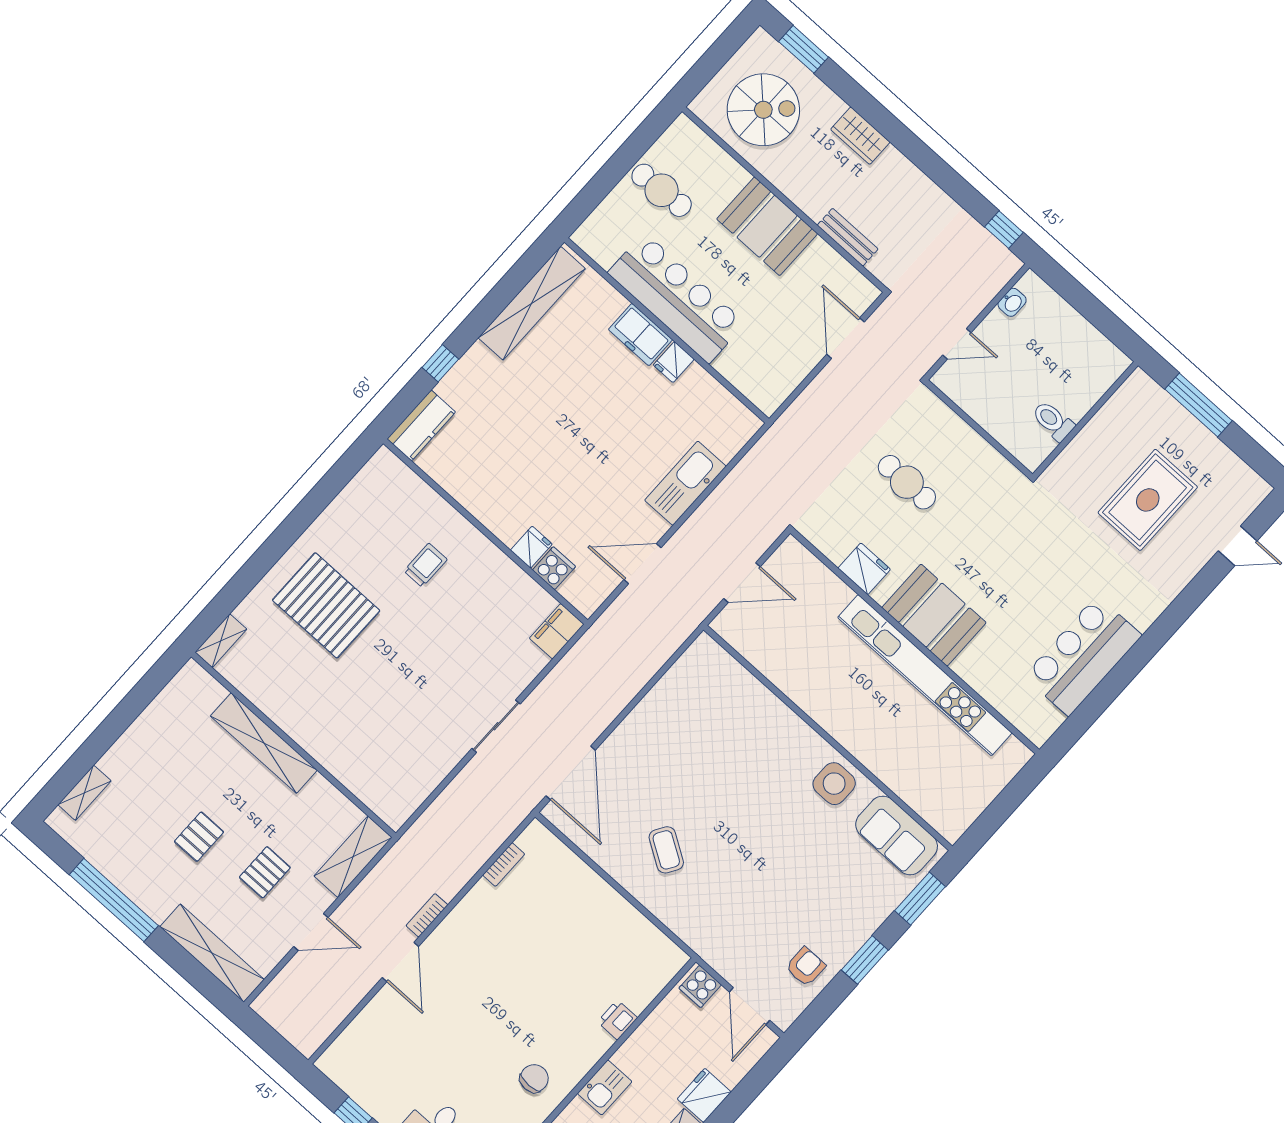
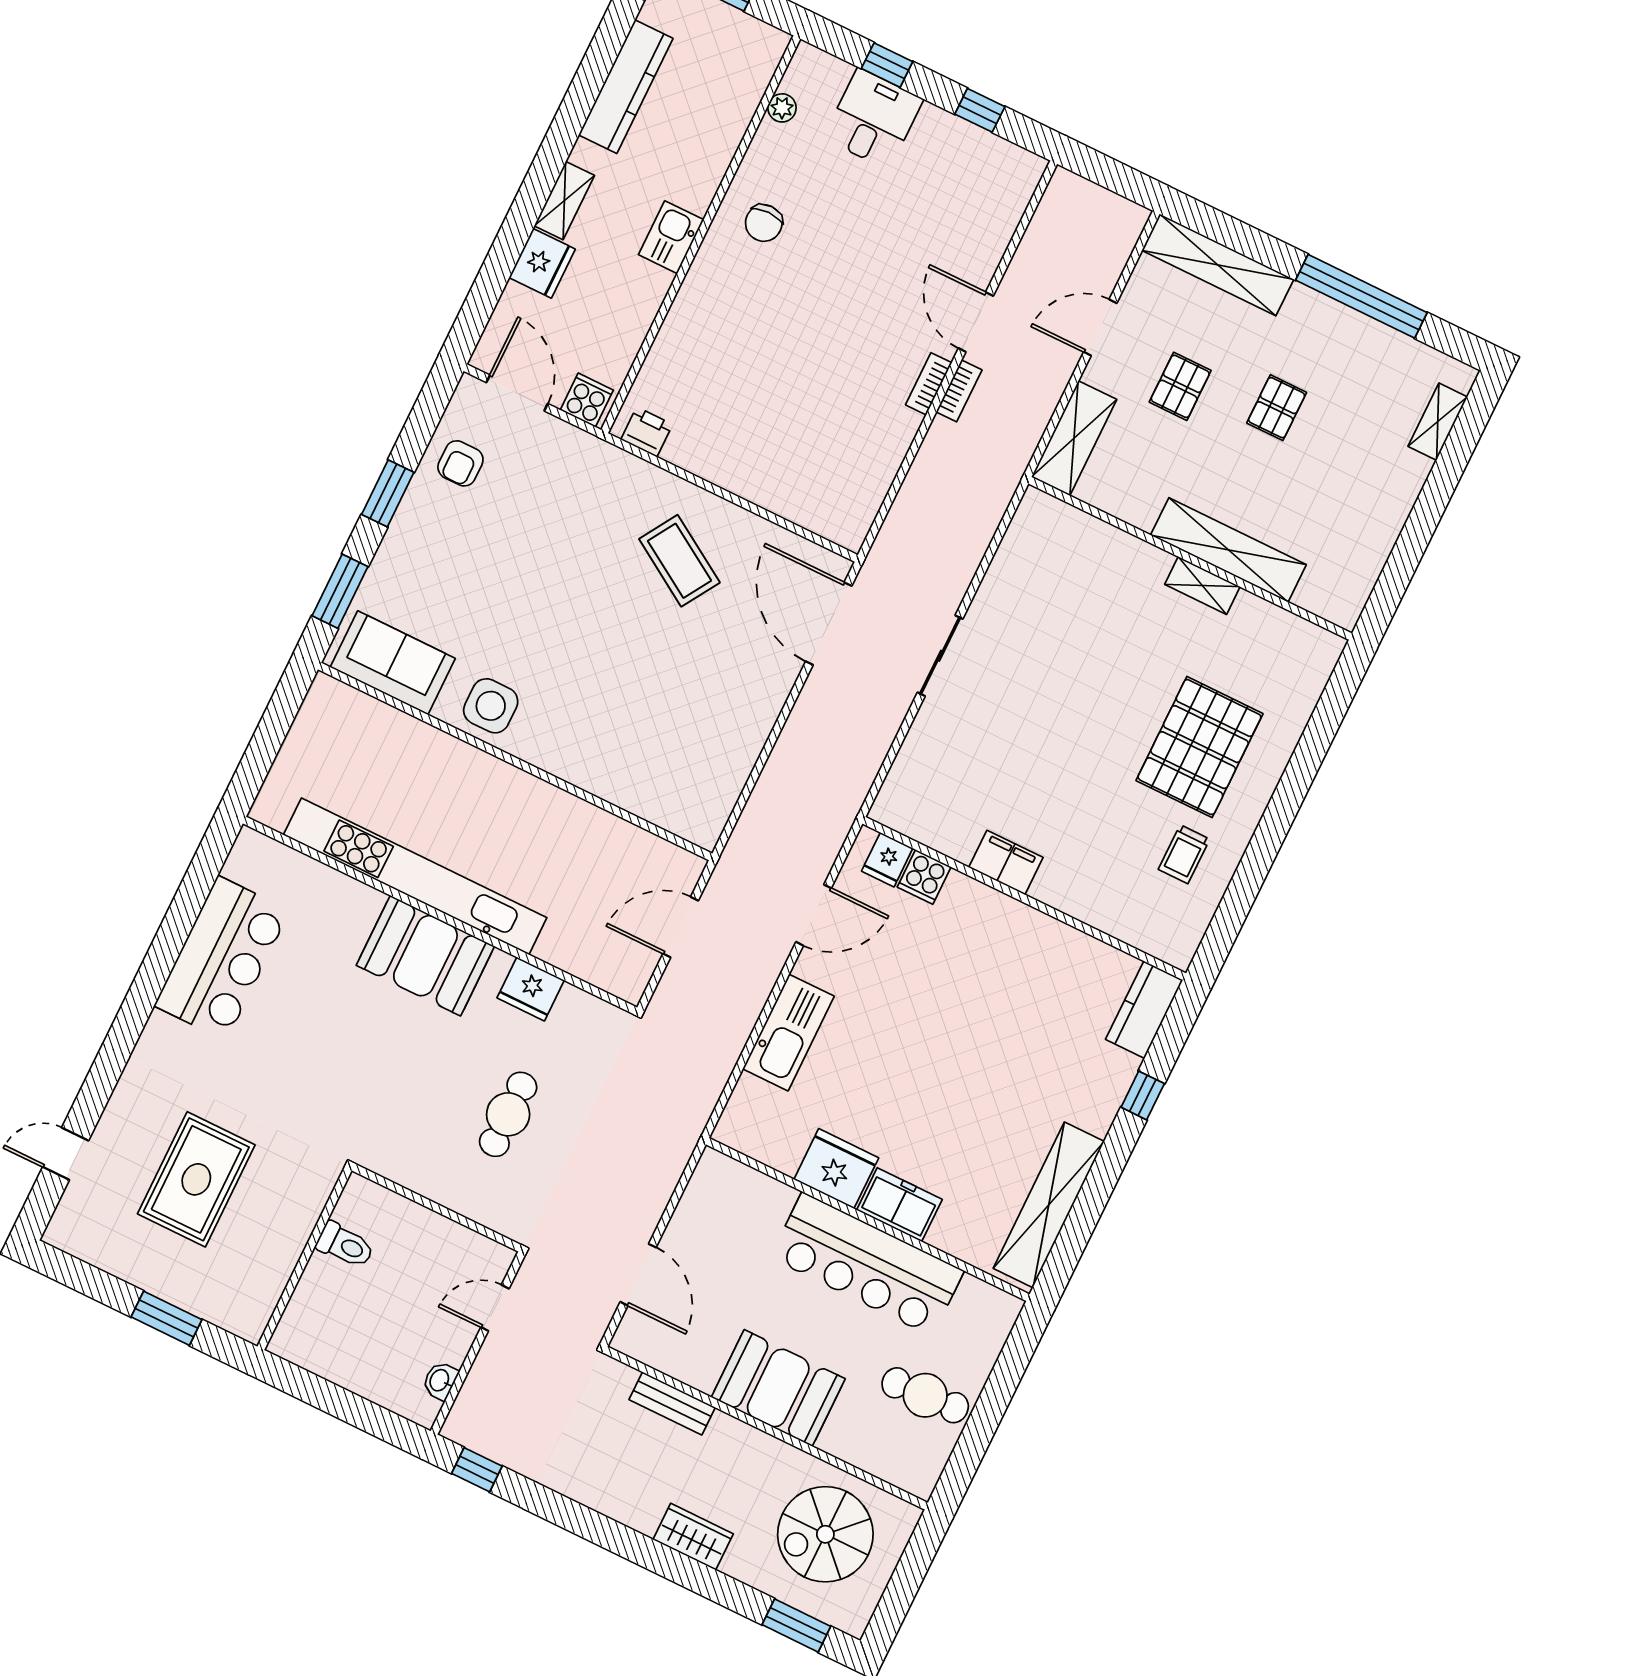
fridge: (674, 362) -> (836, 1169), width x1.88, depth x1.34
window: (1198, 405) -> (166, 1318), width x0.69
cafe table: (907, 482) -> (508, 1114), turned 90
fridge: (531, 547) -> (887, 860), moved
trolley: (426, 565) -> (1184, 854), moved
pallet: (326, 605) -> (1199, 747), turned 90
filing cabinet: (557, 631) -> (1006, 862), moved, turned -90
shelving: (221, 641) -> (1202, 586), moved, turned 90
coffee table: (666, 850) -> (679, 561), width x1.36, depth x1.30
bookcase: (504, 864) -> (929, 384), moved
printer: (617, 1020) -> (647, 432), moved, turned -90

